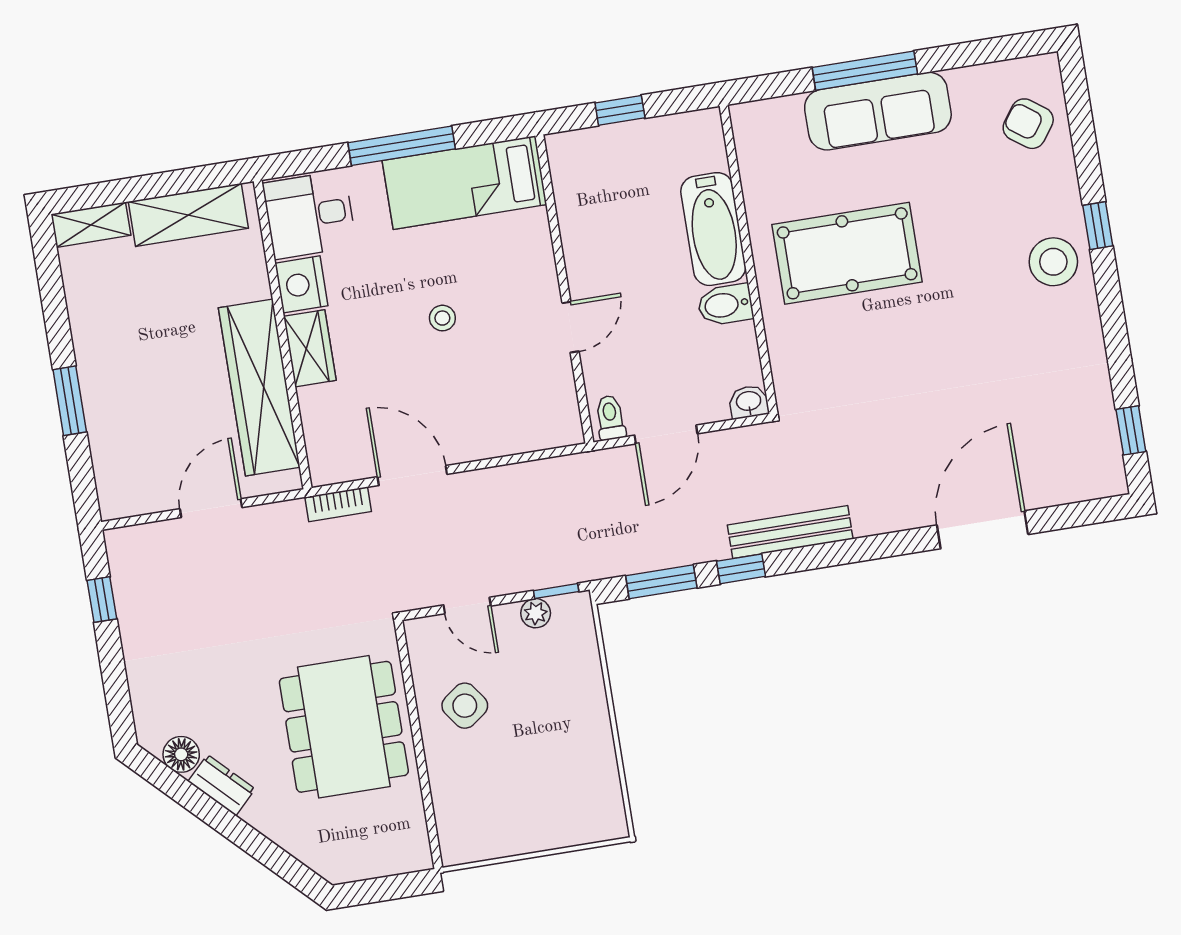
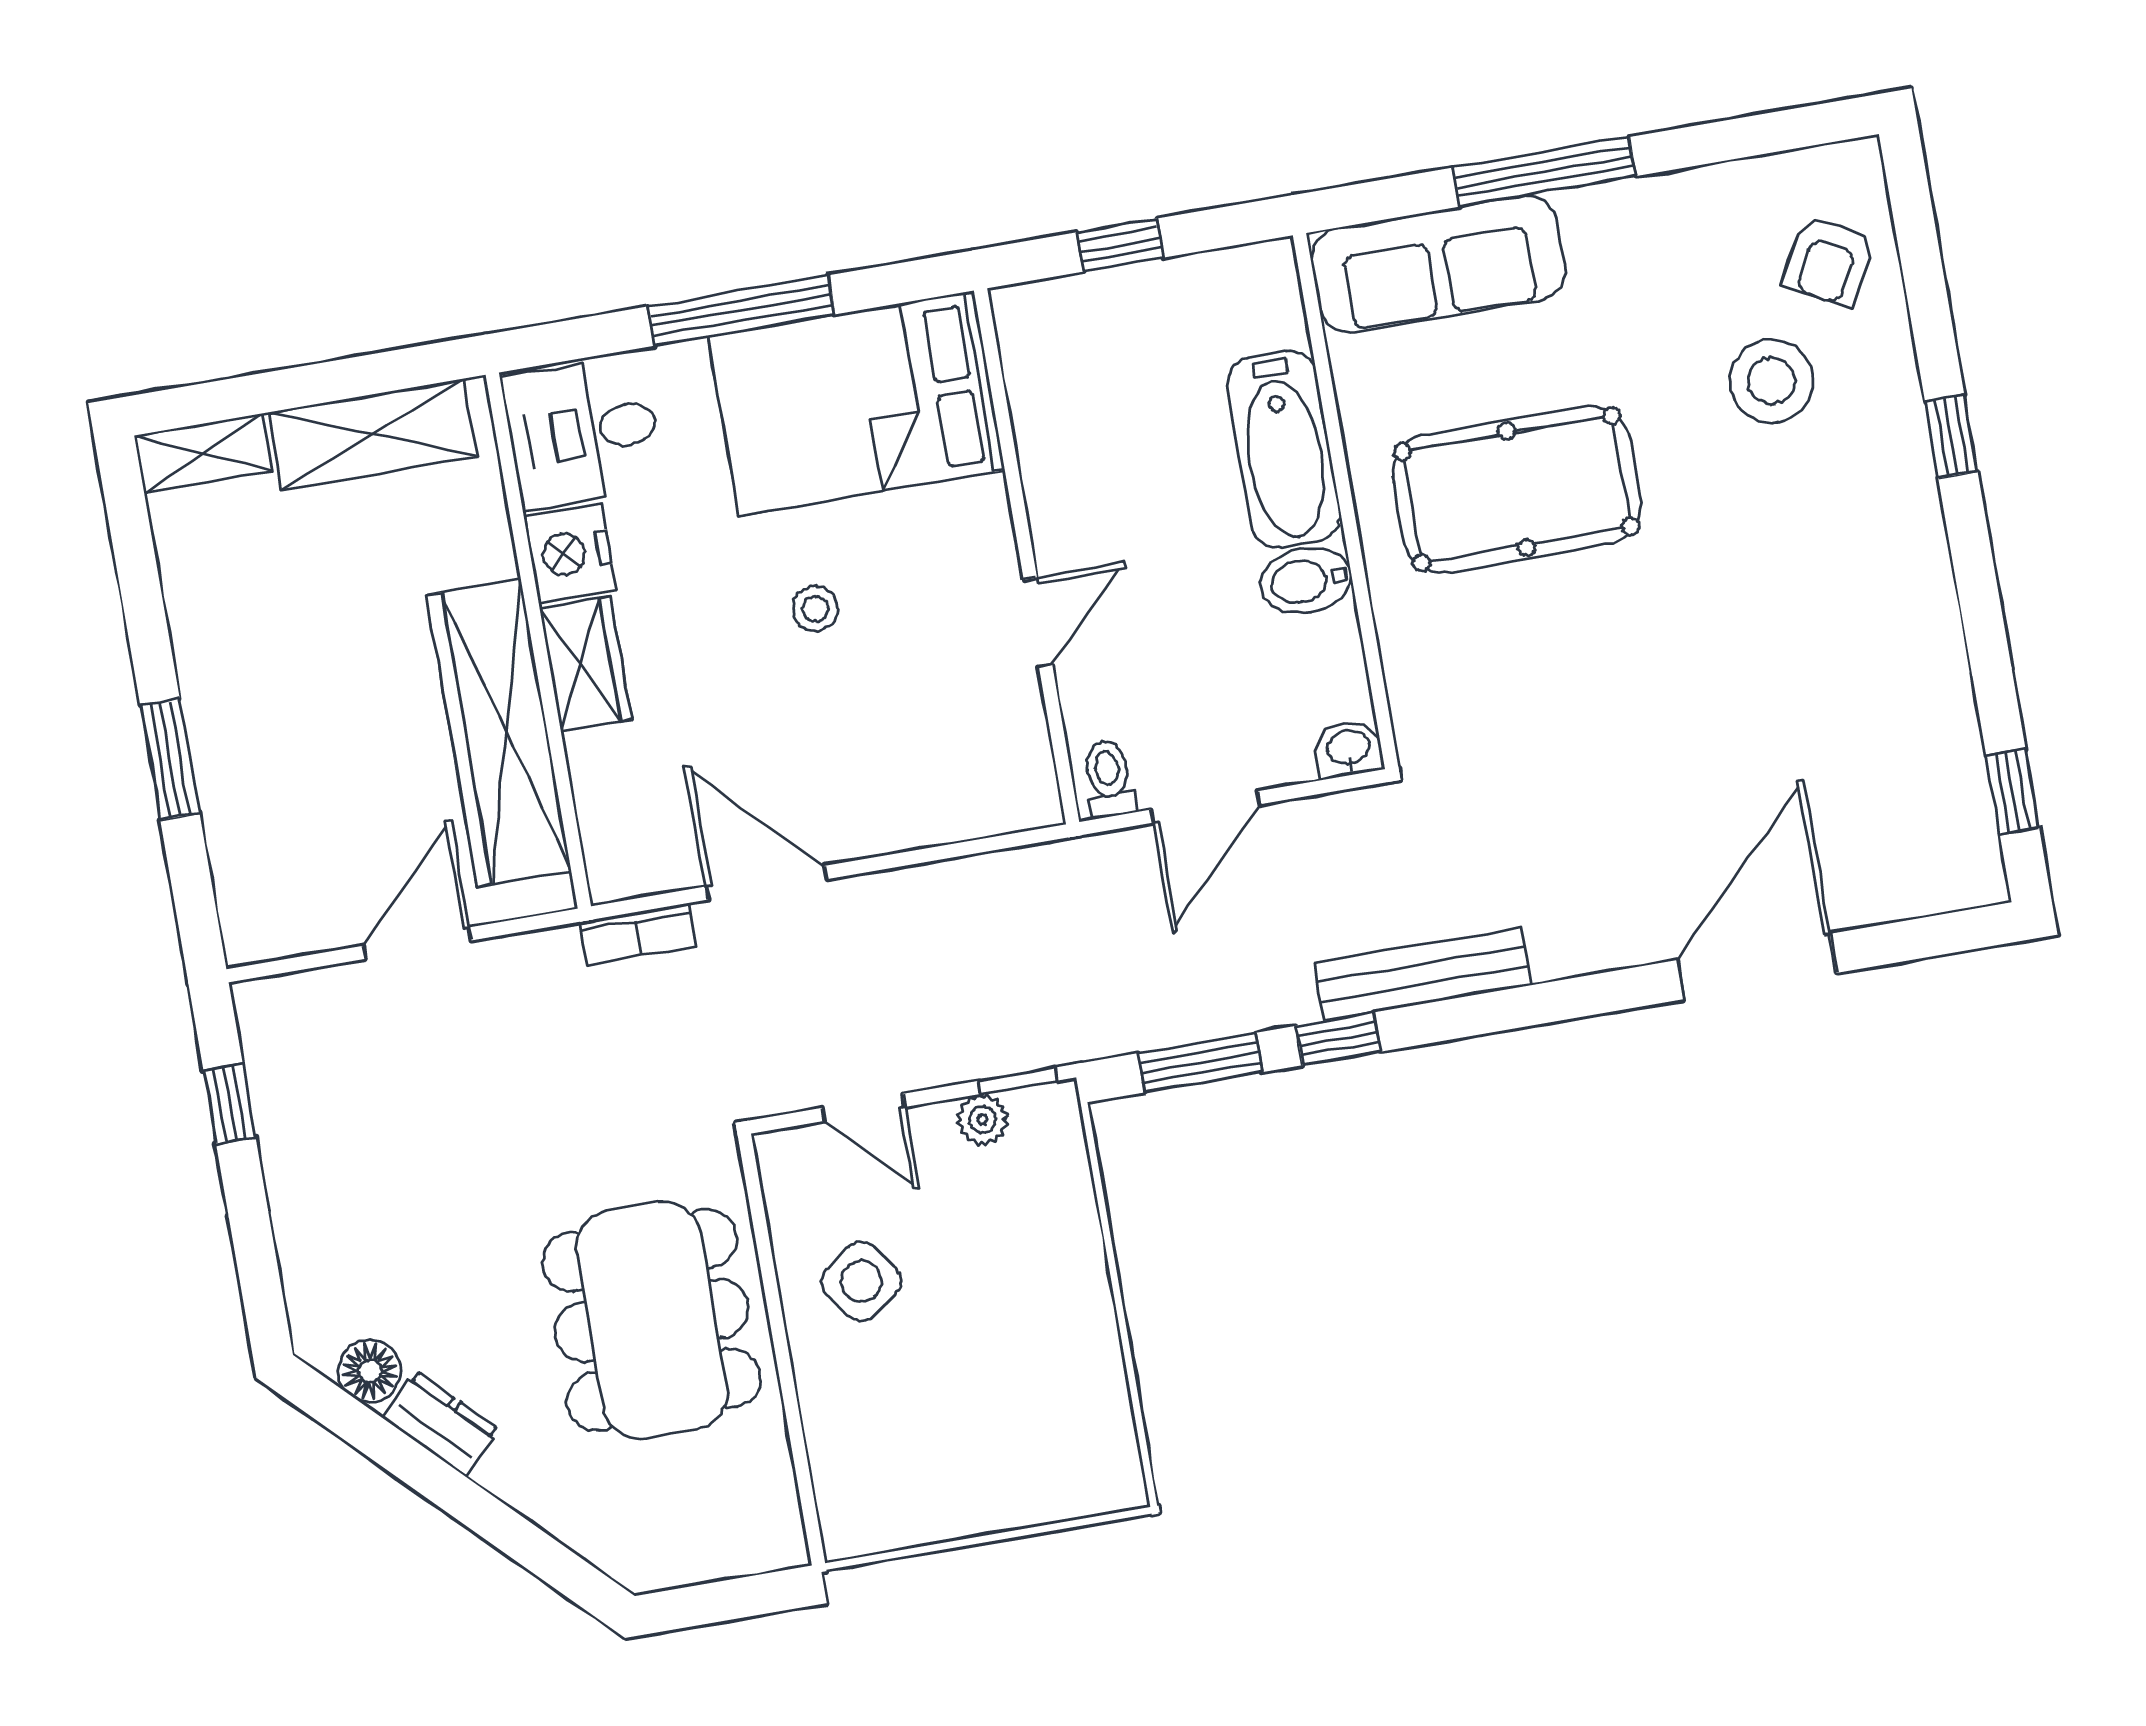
sofa: (878, 111) -> (1438, 264), moved
armchair: (1028, 124) -> (1829, 261), turned -98
bed: (464, 183) -> (856, 403), width x1.50
stool: (1053, 262) -> (1771, 381), moved

